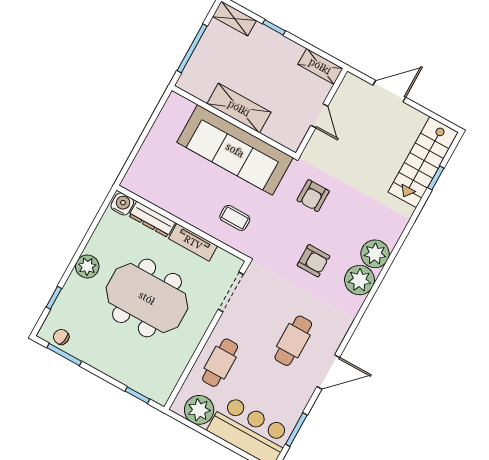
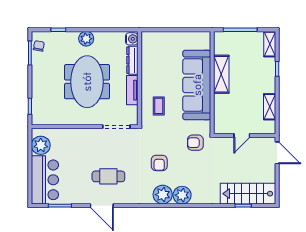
wall: (322, 112) -> (245, 135), moved
door: (319, 116) -> (242, 135), moved
cafe table: (220, 363) -> (74, 142), removed

